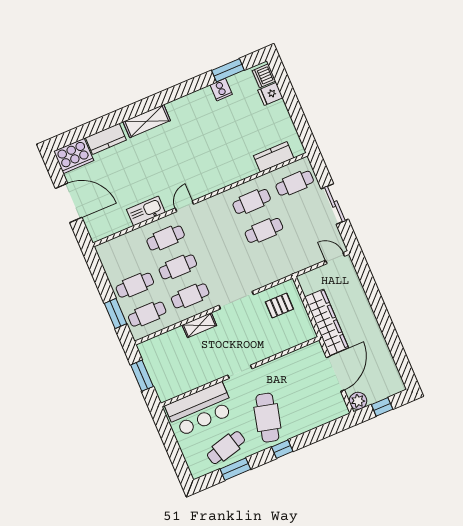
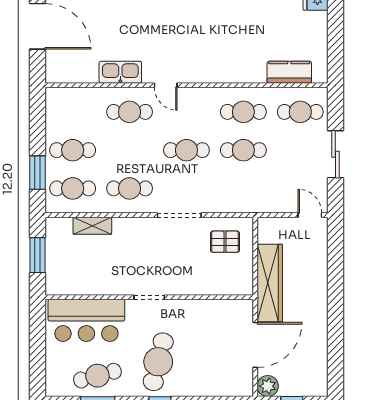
door: (184, 206) -> (166, 85), swing flipped
cafe table: (178, 267) -> (186, 150), moved
shelving: (199, 325) -> (92, 226), moved

